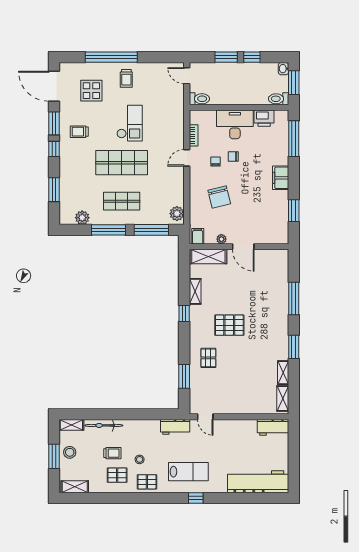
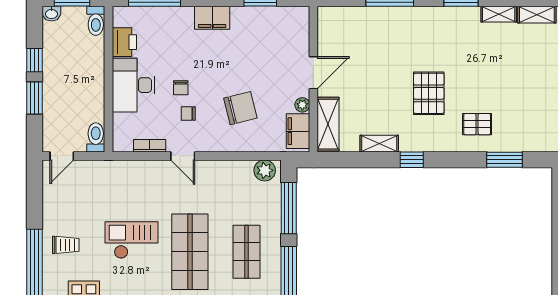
filing cabinet: (198, 236) -> (298, 131), width x2.00

